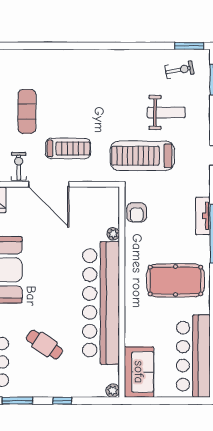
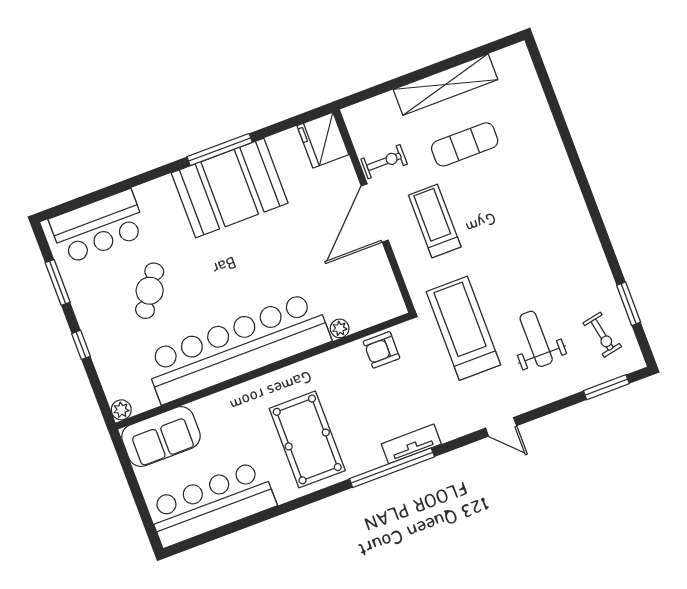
window: (189, 46) -> (629, 304), moved
weight bench: (166, 112) -> (536, 339), turned 180
treadmill: (68, 148) -> (435, 221), turned 180

